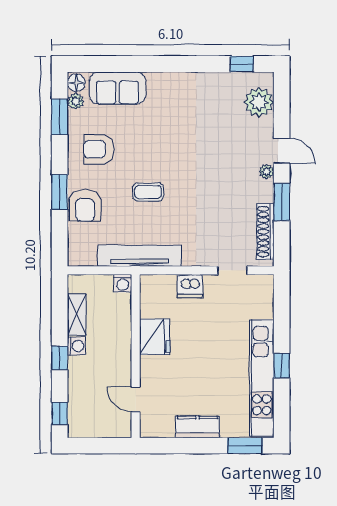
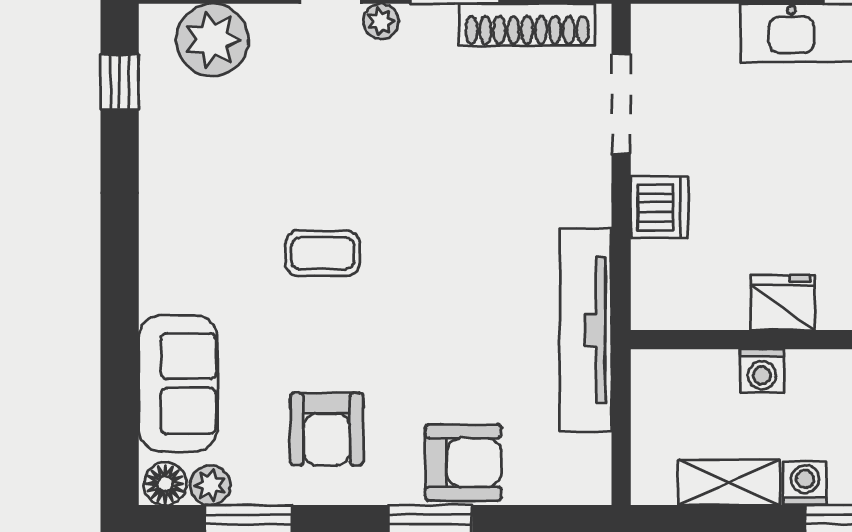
coffee table: (148, 192) -> (323, 253), moved, turned 90
doorway: (233, 270) -> (621, 104), width x1.38
washing machine: (123, 283) -> (762, 371), moved, turned 90
fridge: (155, 337) -> (783, 303), width x0.73, depth x0.75

